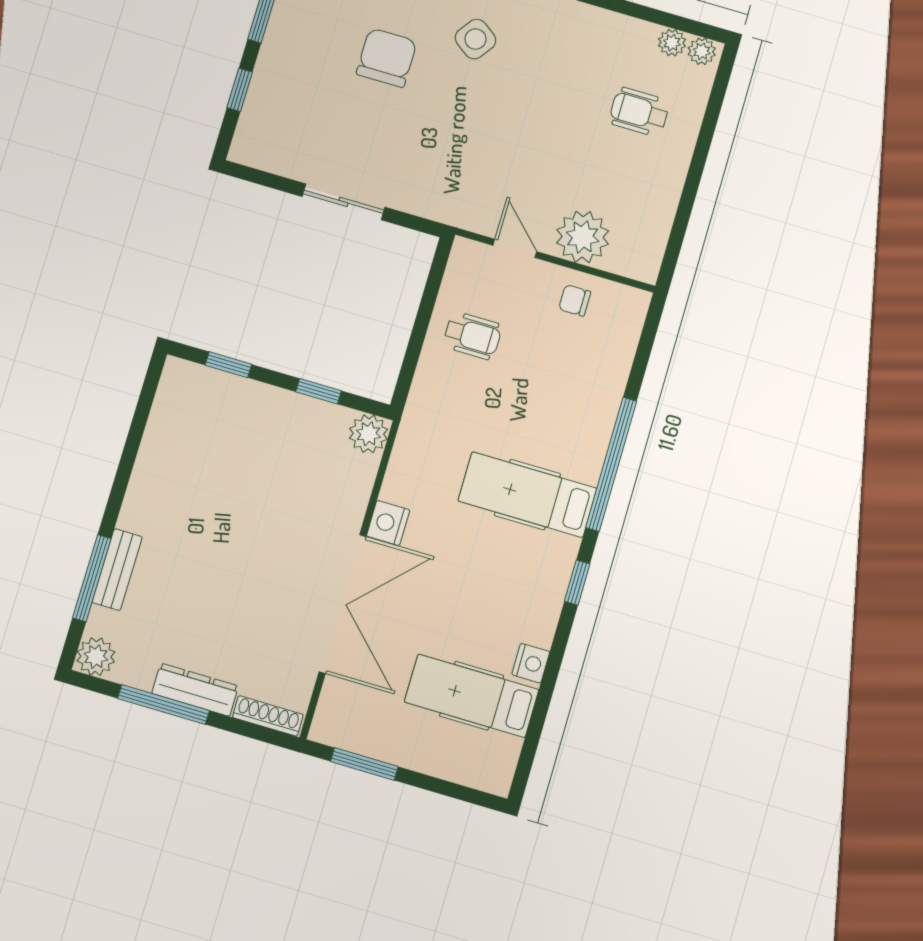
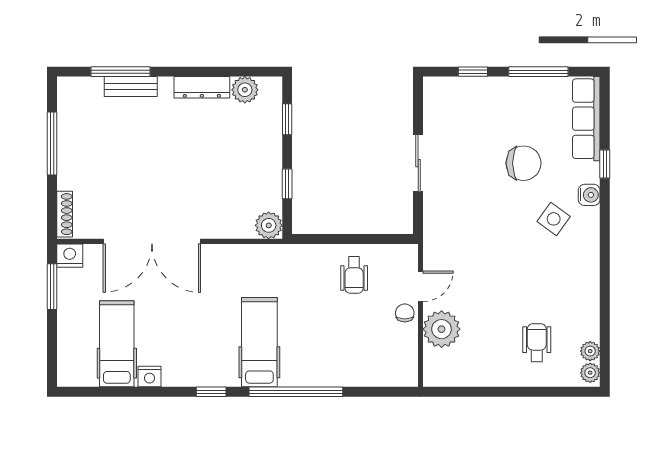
chair: (575, 300) -> (405, 313), moved
nightstand: (388, 523) -> (70, 256), moved
plant: (96, 657) -> (245, 90), moved
dresser: (195, 690) -> (202, 87), moved, turned 90

